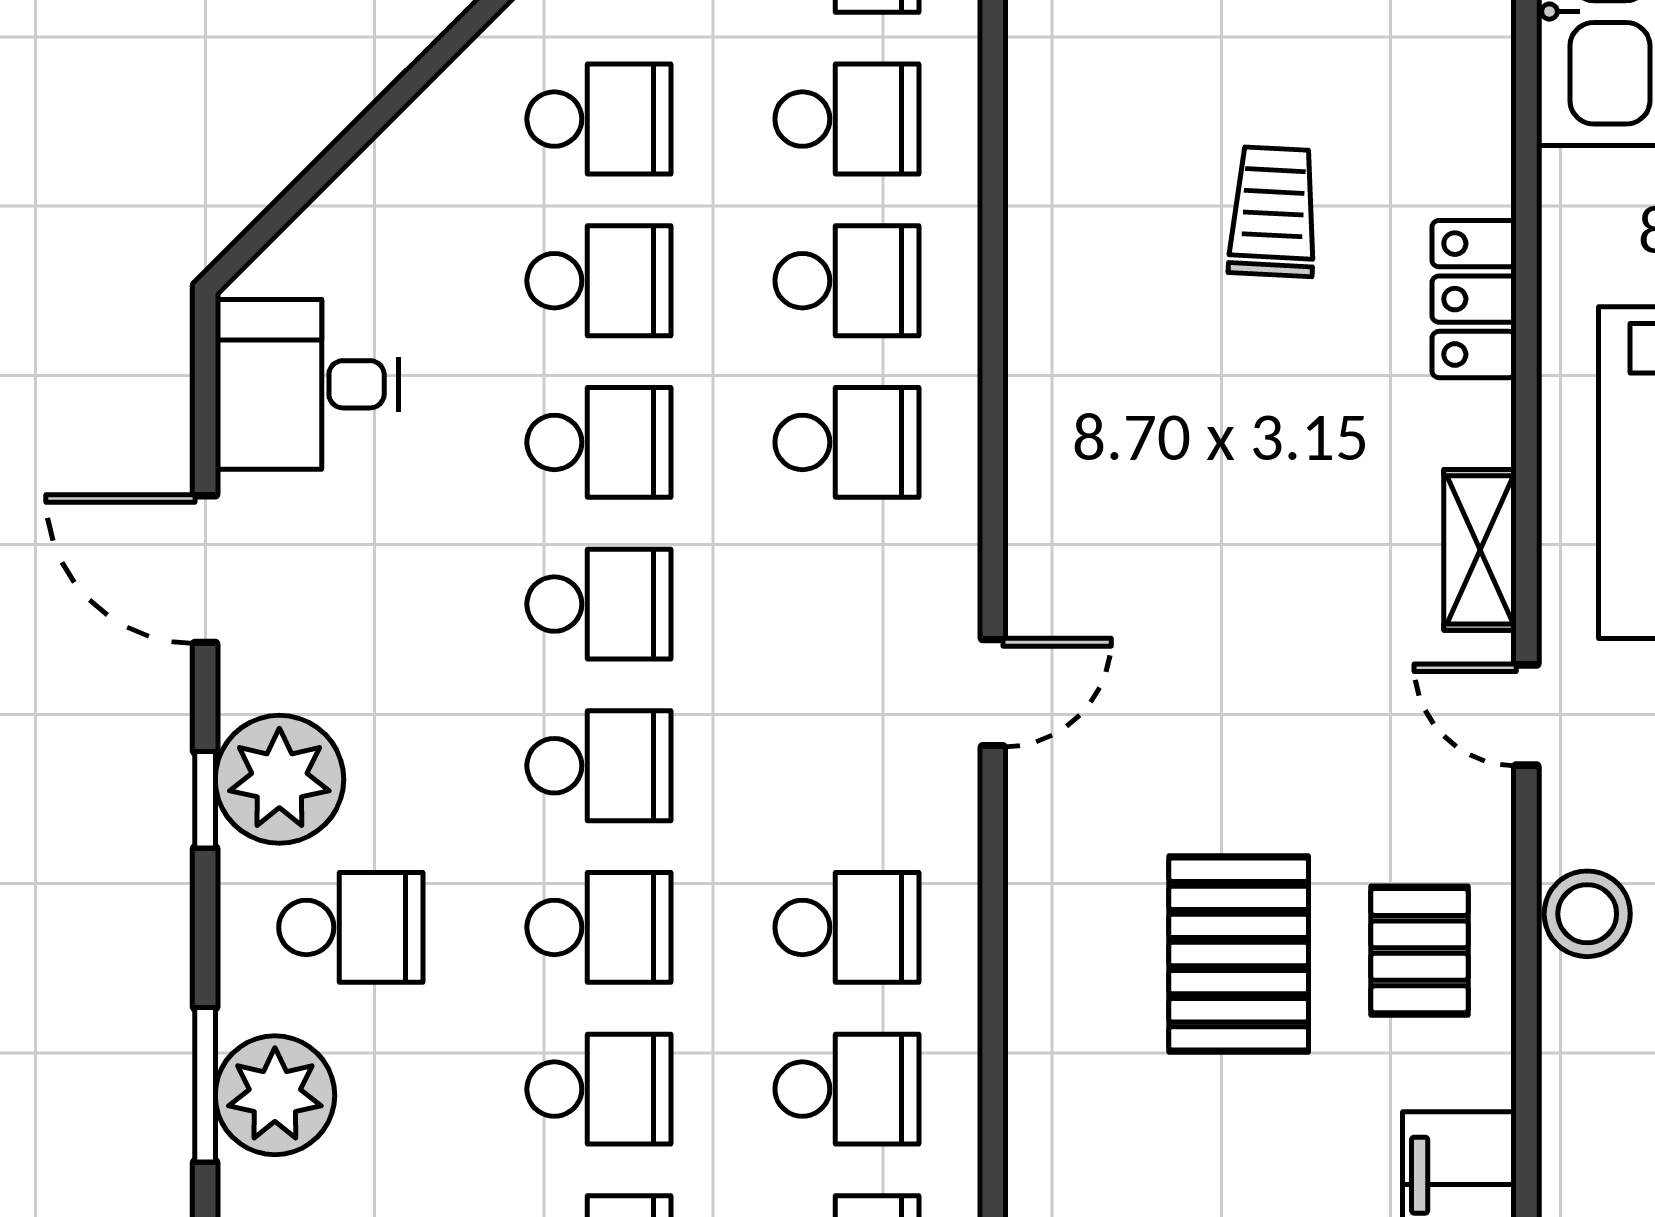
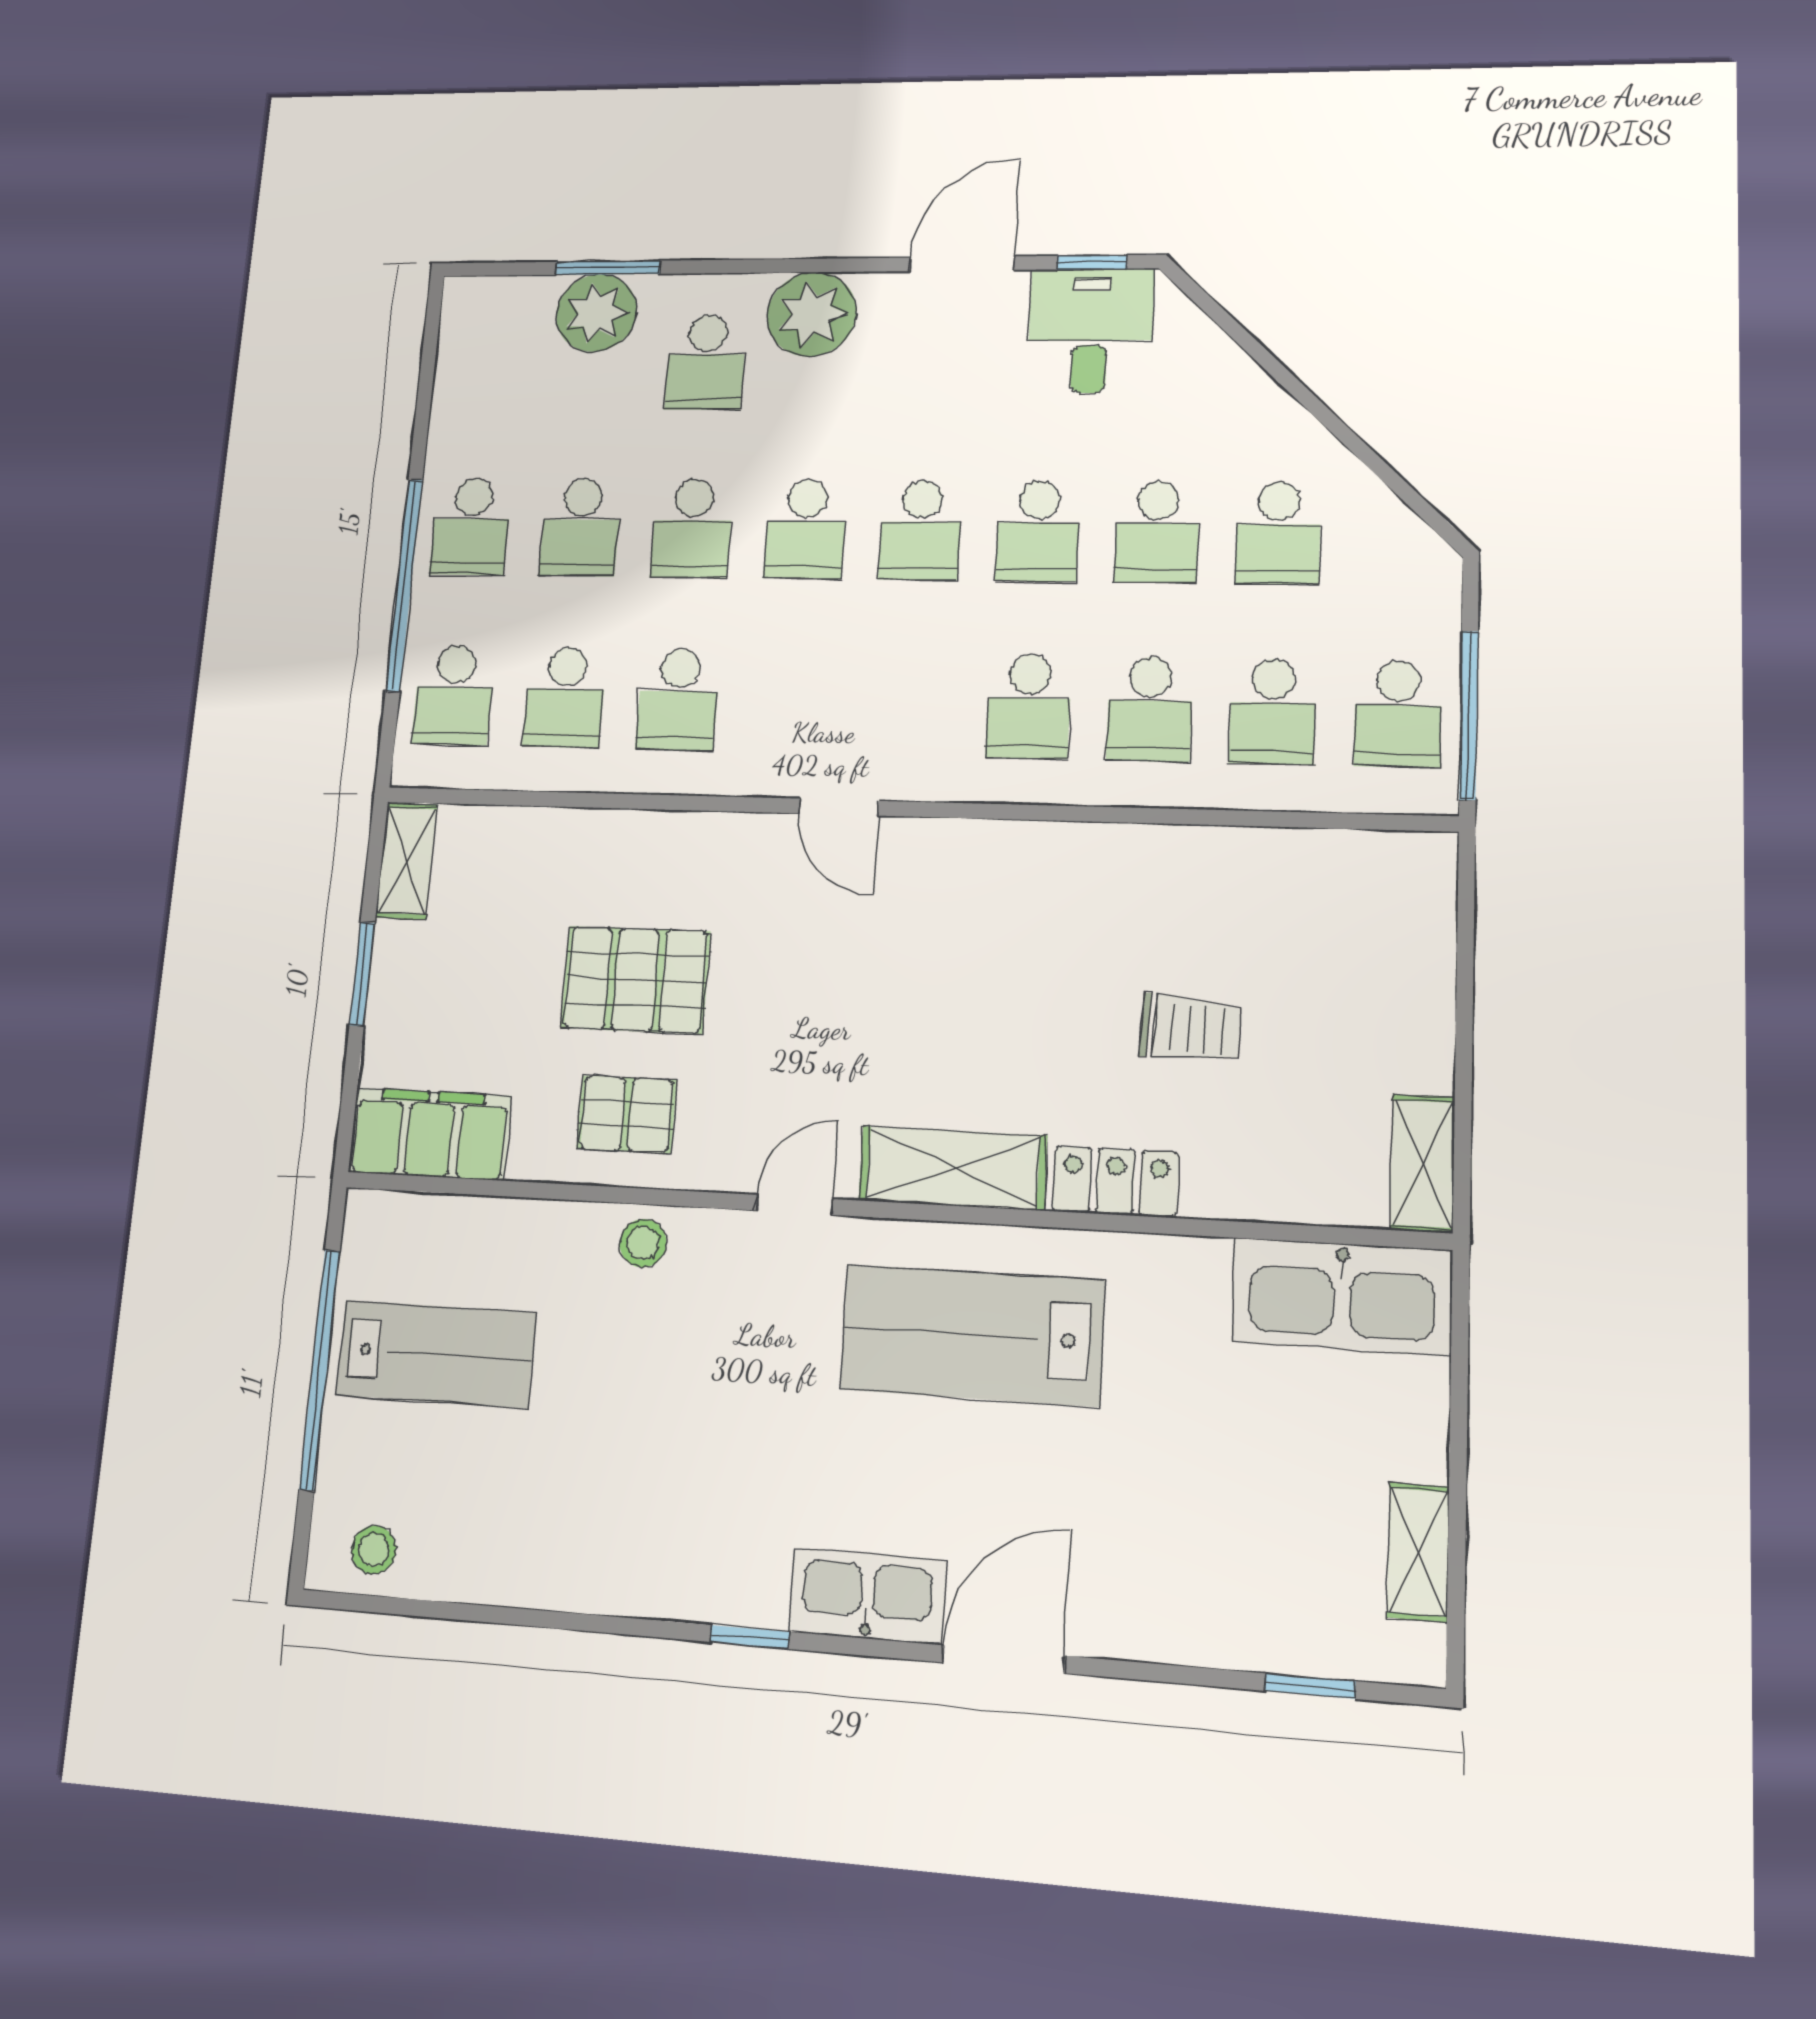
shelving: (1480, 550) -> (953, 1168), width x1.50, depth x1.33
window: (205, 800) -> (1092, 262), moved
stool: (1587, 914) -> (643, 1243), width x0.73, depth x0.73

